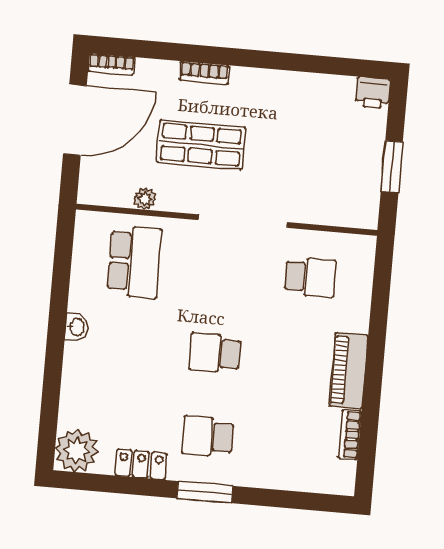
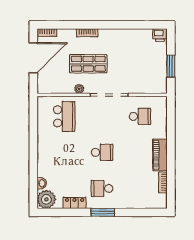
plant: (145, 199) -> (79, 89), moved
washbasin: (77, 327) -> (42, 183), moved
school desk: (215, 353) -> (102, 152), turned 180

